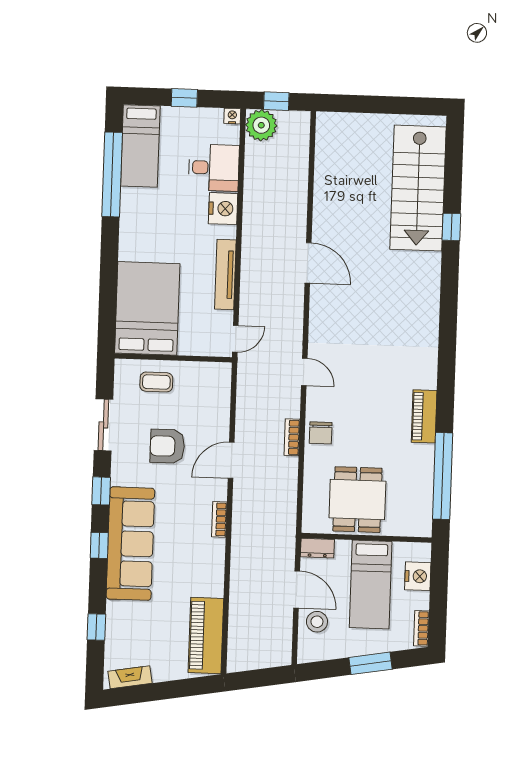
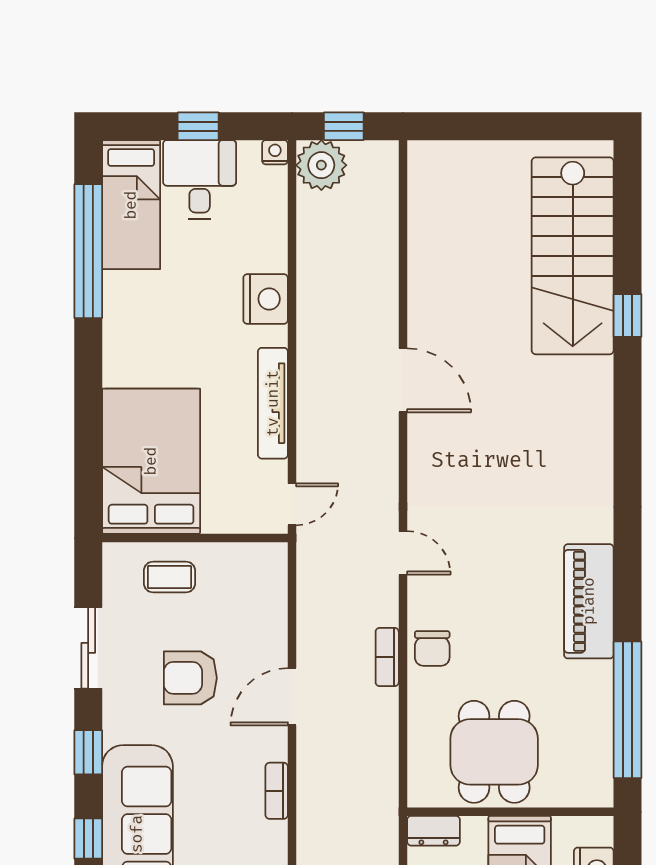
desk: (214, 168) -> (200, 179), moved, turned -90
piano: (424, 416) -> (589, 601), width x1.37, depth x1.33

